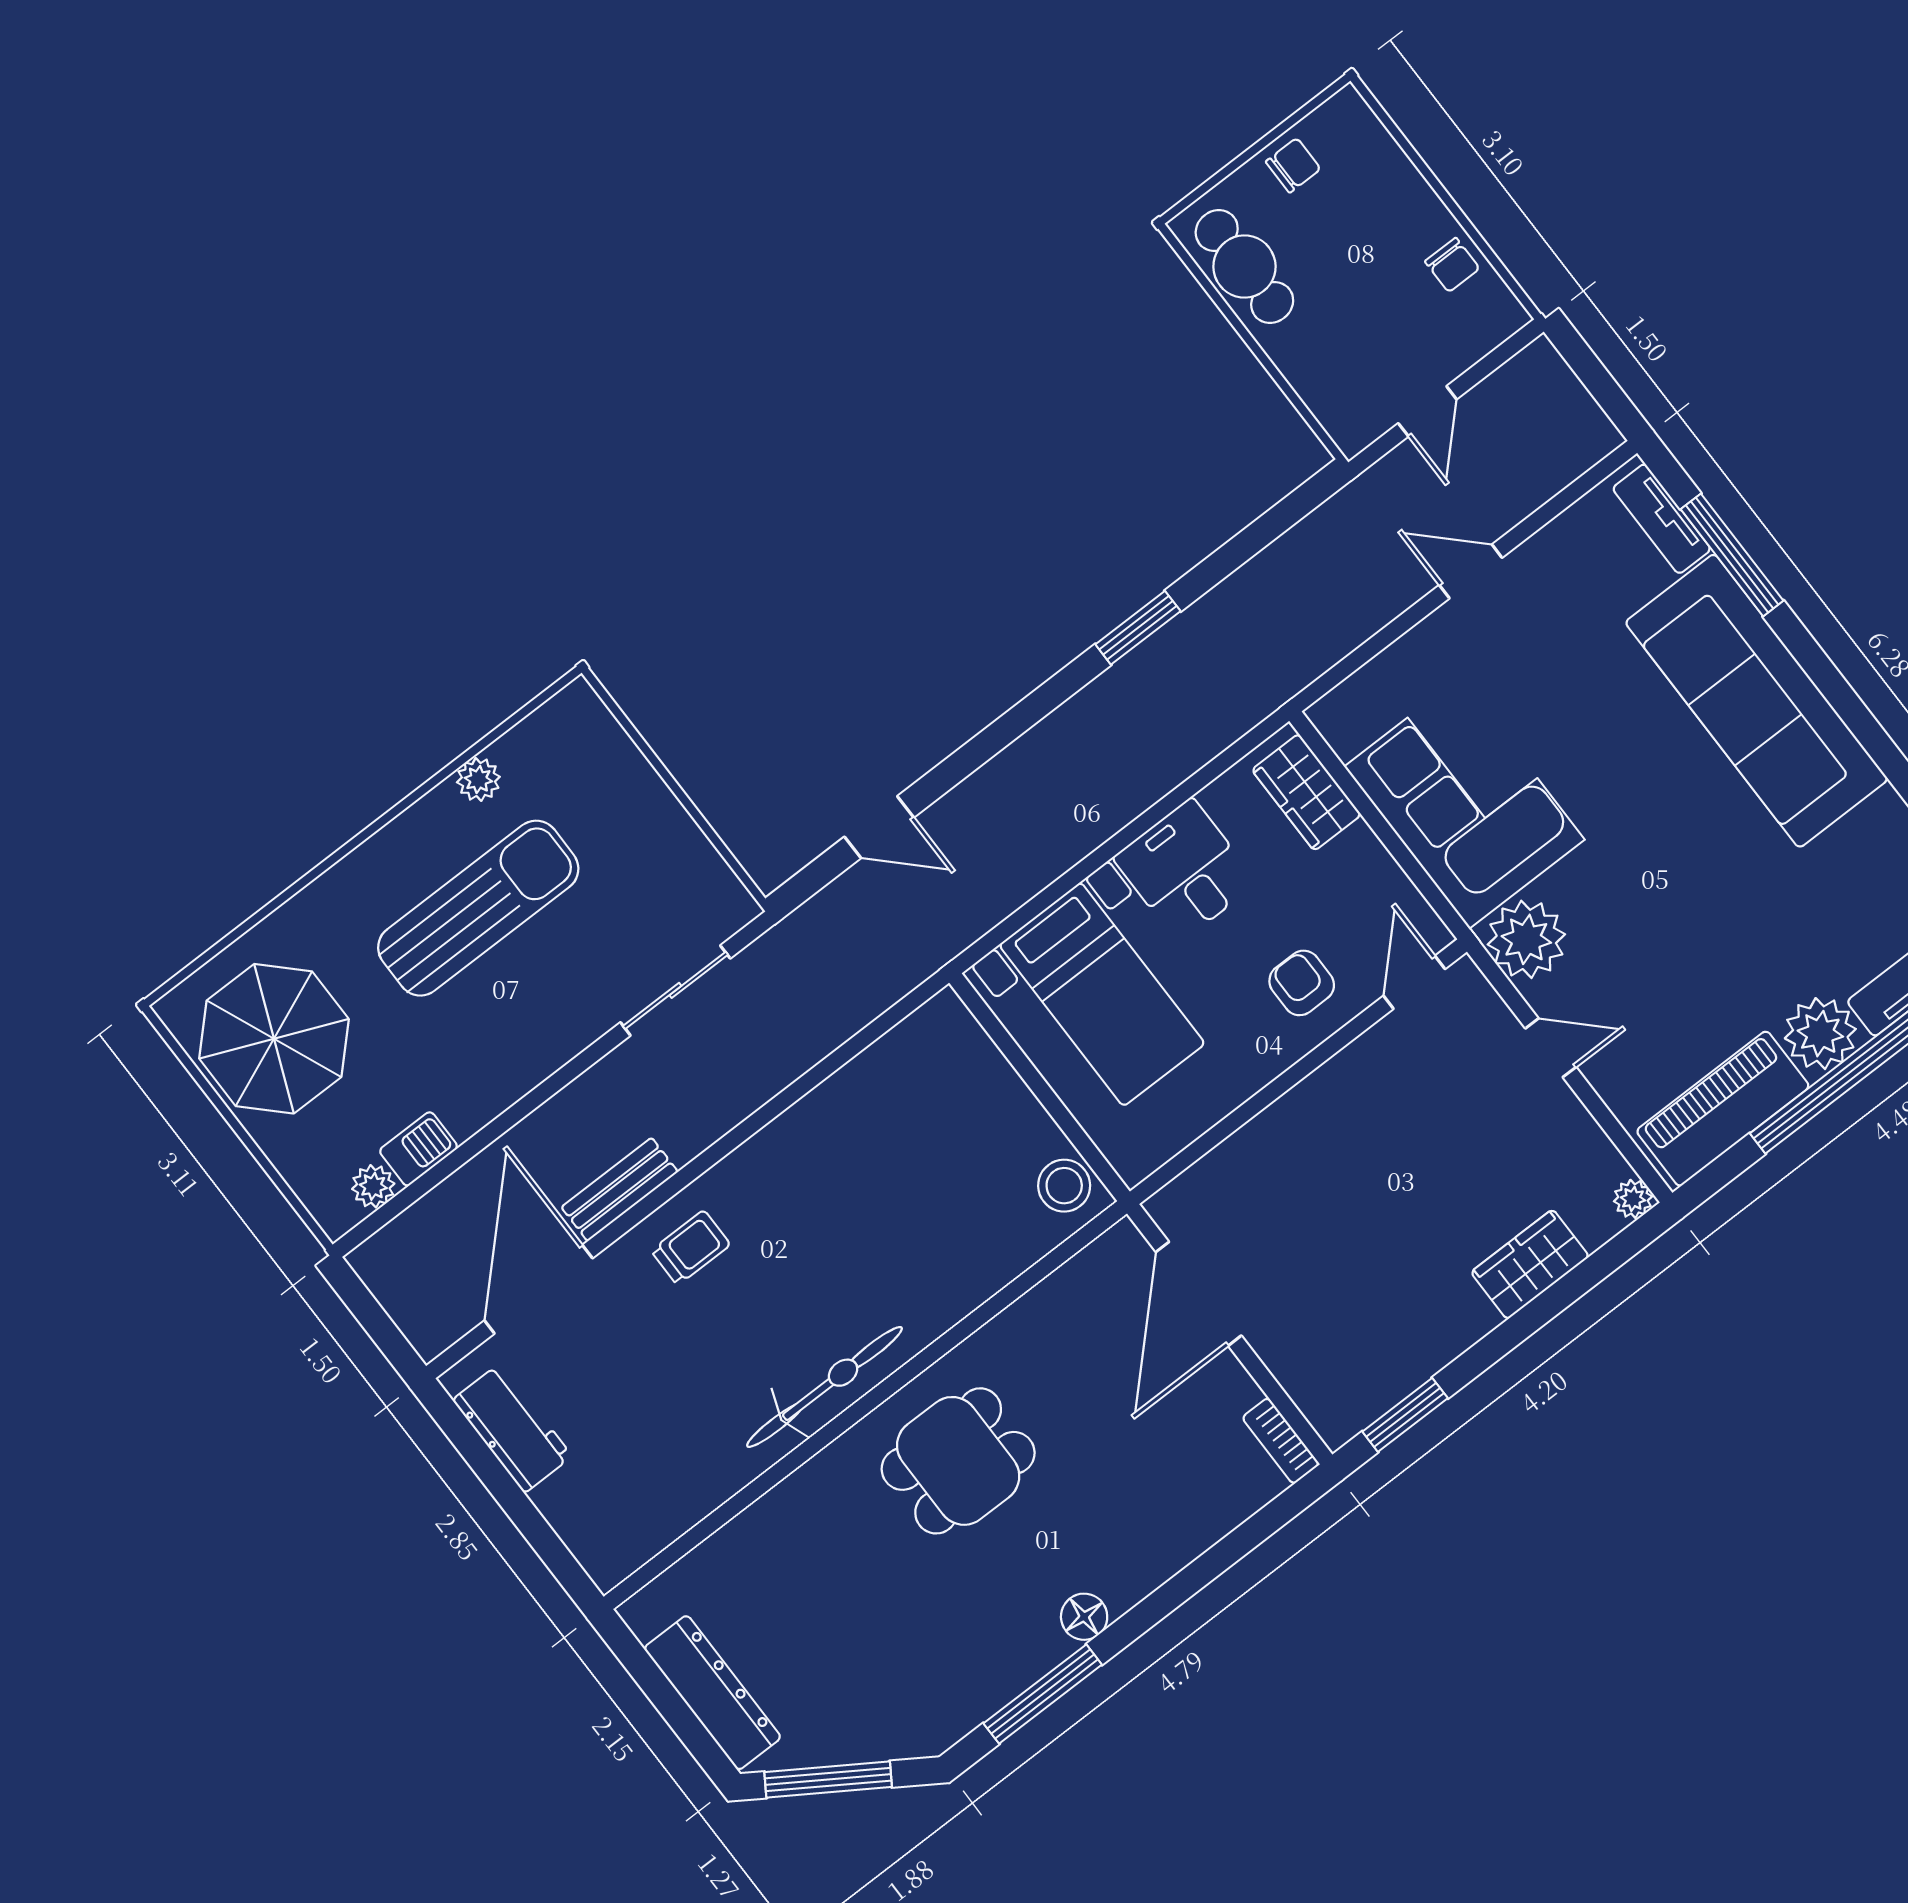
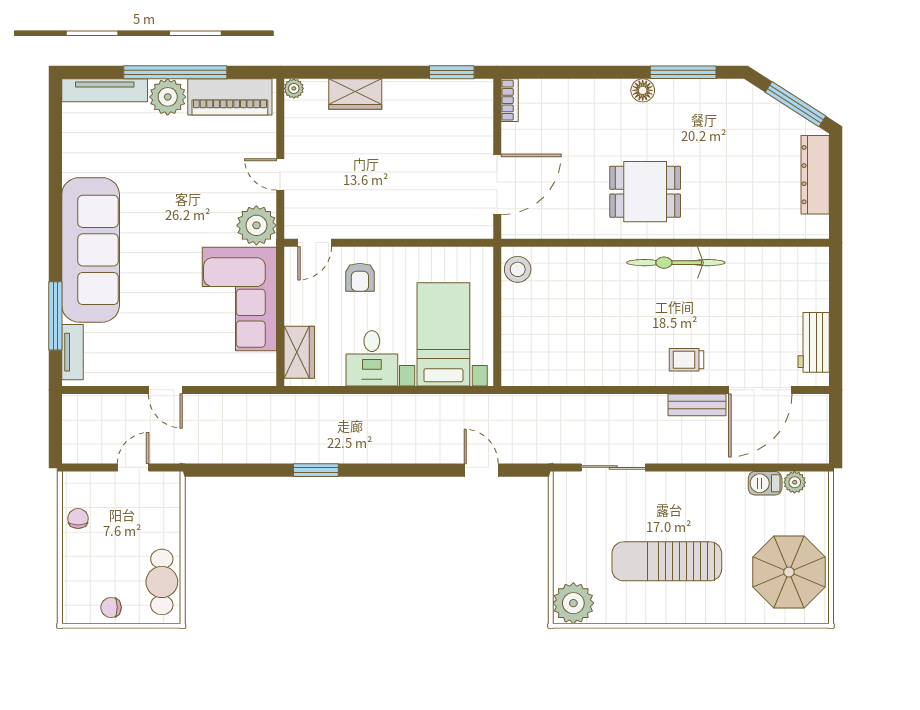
plant: (478, 780) -> (573, 603), moved, width x1.88, depth x1.88

